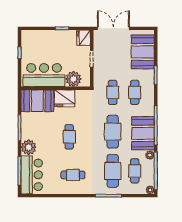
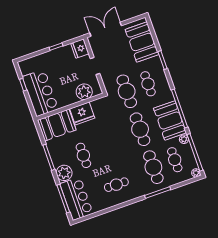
bar counter: (44, 75) -> (40, 93), moved, turned 90
cafe table: (113, 92) -> (127, 91), width x1.37, depth x1.35
cafe table: (69, 137) -> (83, 155), moved

